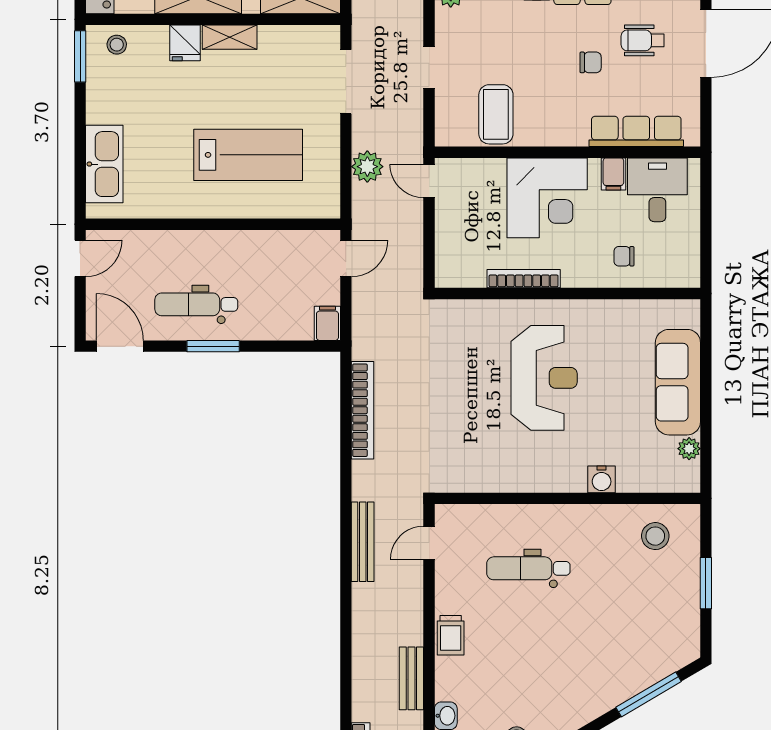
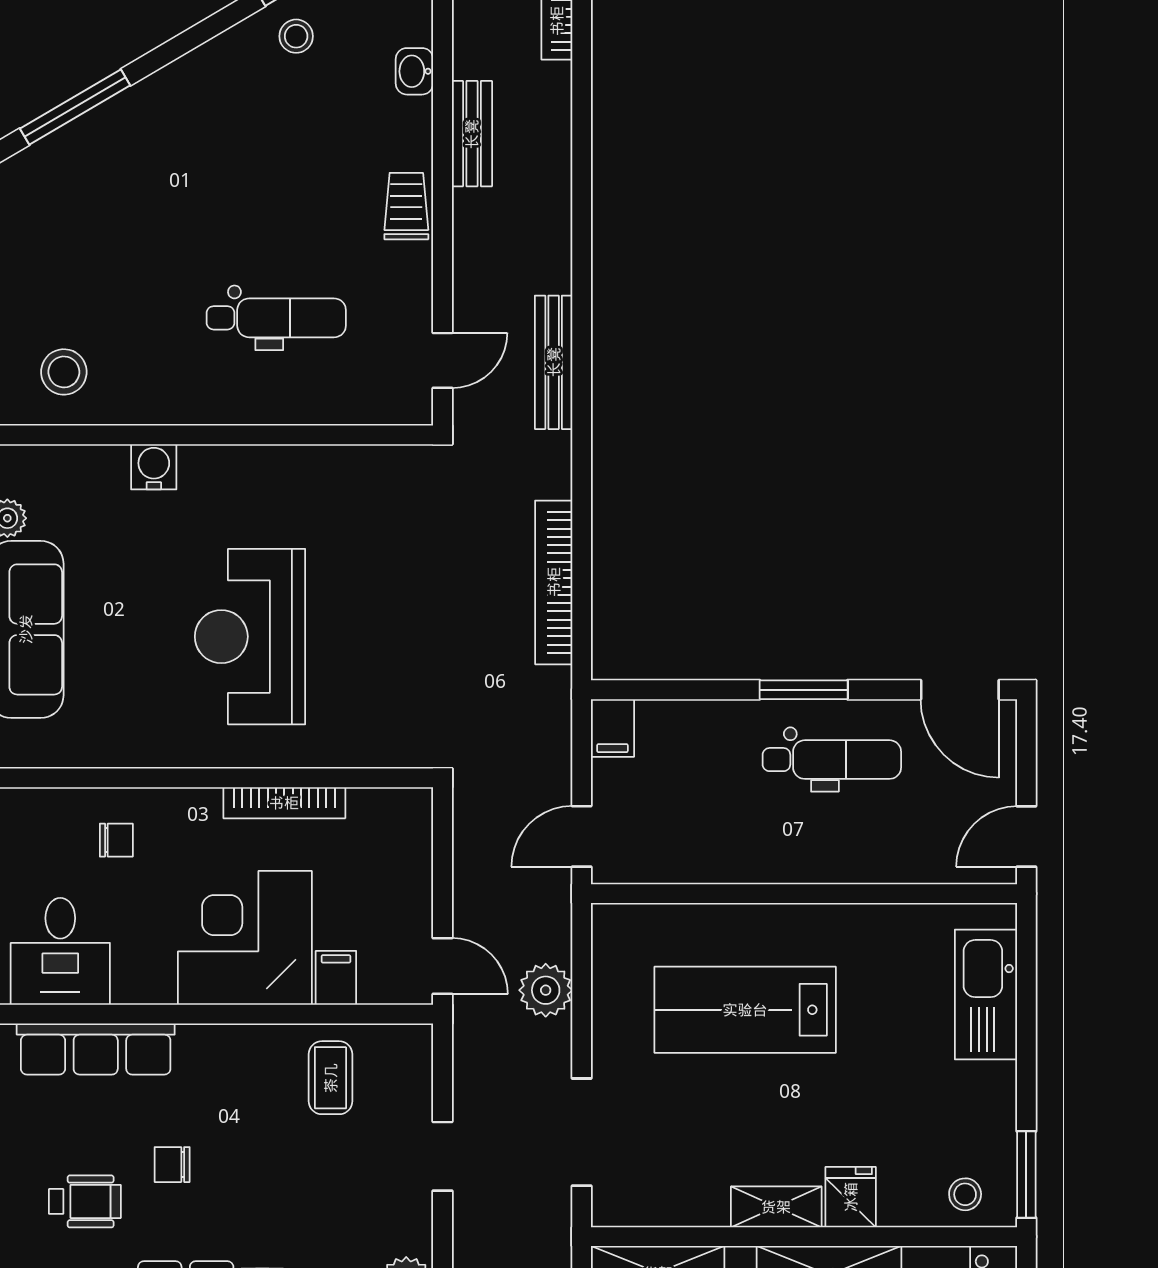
coffee table: (496, 114) -> (331, 1078), width x0.73, depth x0.77
filing cabinet: (613, 174) -> (336, 978), moved

